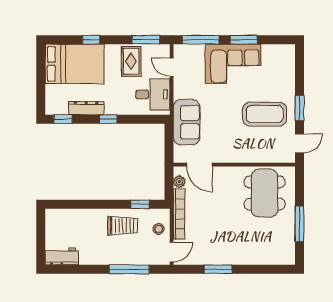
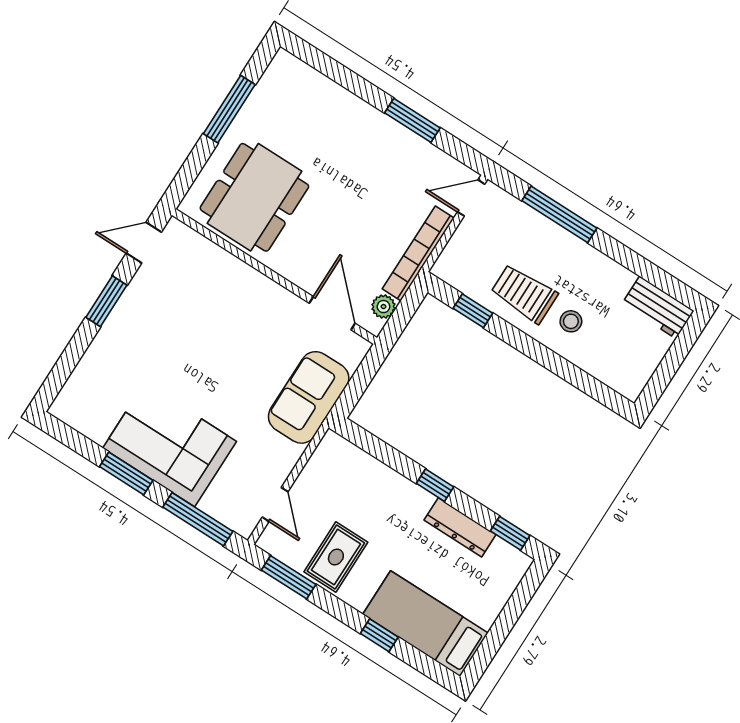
bed: (75, 64) -> (425, 624), width x0.67
desk: (153, 94) -> (335, 479), removed
coffee table: (265, 114) -> (171, 328), removed
stool: (159, 229) -> (571, 321), moved

